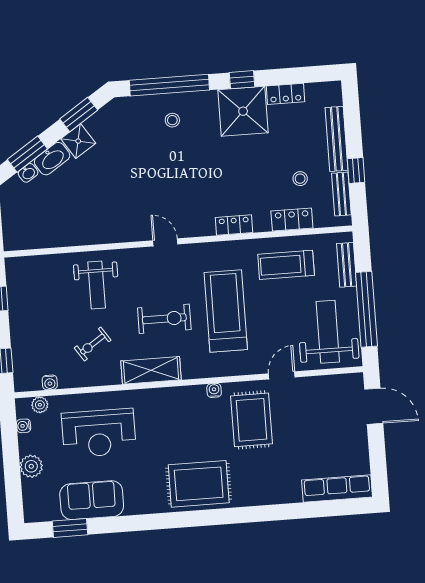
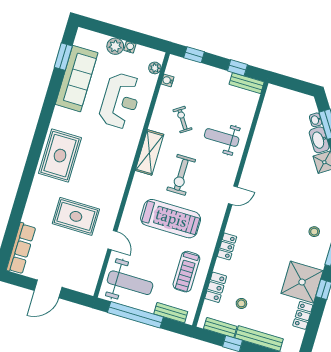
treadmill: (286, 265) -> (186, 272), turned 180
bench: (14, 279) -> (247, 83), added
water cooler: (214, 390) -> (120, 190), removed
door: (374, 406) -> (48, 289), moved
rug: (251, 420) -> (76, 216), moved
water cooler: (24, 426) -> (130, 47), moved
reception desk: (99, 433) -> (120, 101), turned 180
sofa: (92, 500) -> (77, 79), width x1.36

